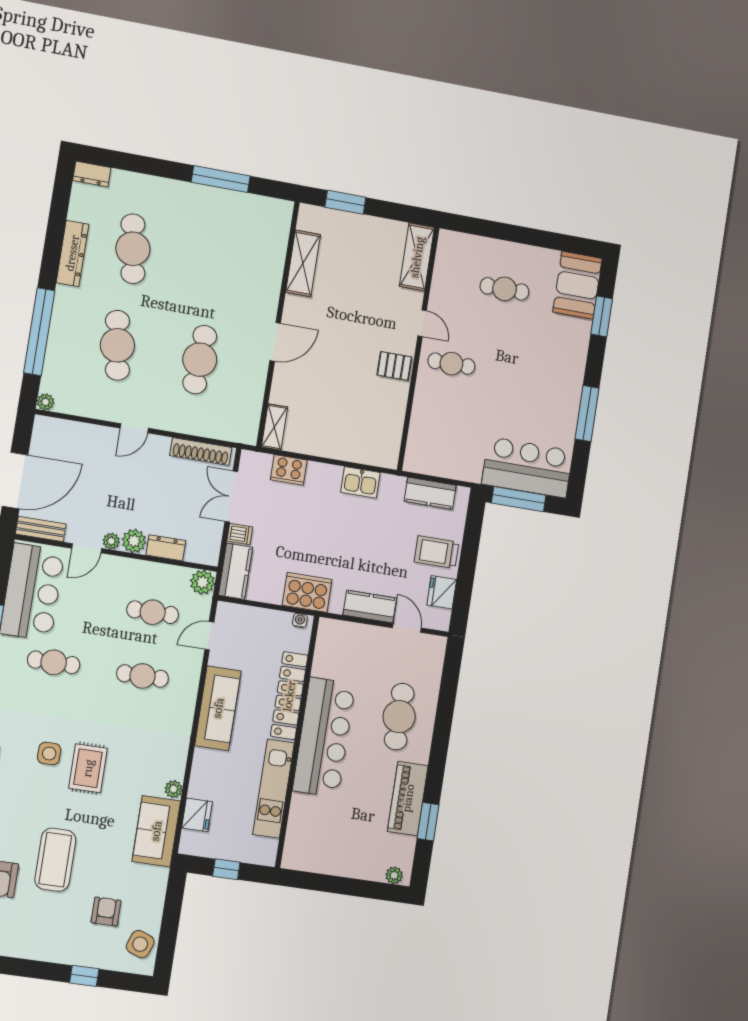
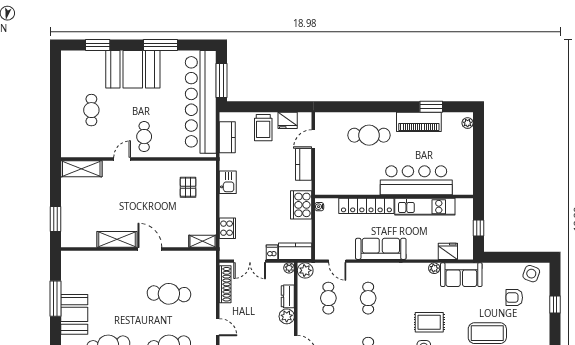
booth: (191, 204) -> (74, 314), added
shelving: (303, 263) -> (117, 239), moved
booth: (577, 285) -> (133, 69), moved, width x1.36, depth x1.42
pallet: (394, 366) -> (188, 187), moved
bar counter: (527, 467) -> (201, 102), width x1.86
plant: (111, 541) -> (289, 268), moved
bar counter: (324, 737) -> (416, 180), moved

